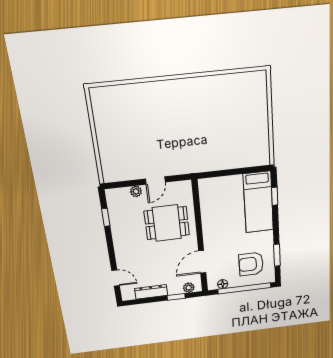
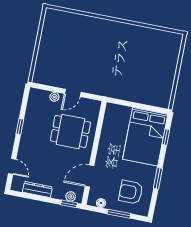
bed: (258, 202) -> (145, 137), width x1.50
window: (106, 217) -> (20, 126), moved
window: (277, 255) -> (158, 178), moved
window: (244, 288) -> (119, 214), width x0.47
window: (176, 297) -> (69, 204), moved

